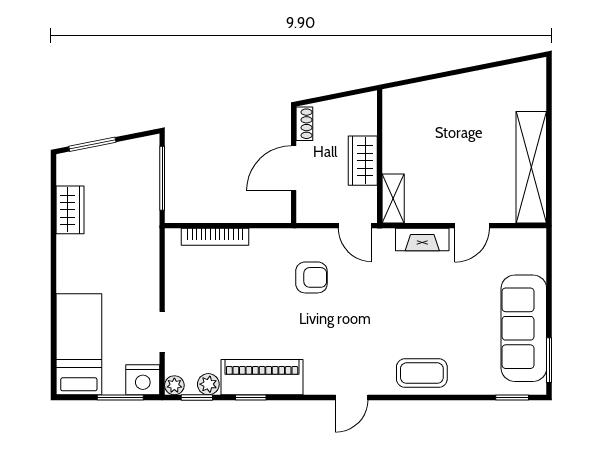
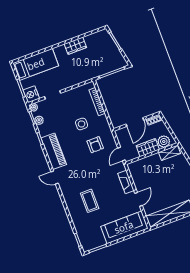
plant: (362, 119) -> (164, 142), added
door: (294, 168) -> (135, 122), swing flipped
shelving: (393, 199) -> (170, 153), moved
wardrobe: (70, 210) -> (75, 46), moved
door: (472, 226) -> (138, 199), swing flipped
side table: (253, 291) -> (82, 124), added
sofa: (524, 328) -> (124, 227), moved
coffee table: (422, 373) -> (90, 201), moved
piano: (262, 377) -> (54, 151), moved

